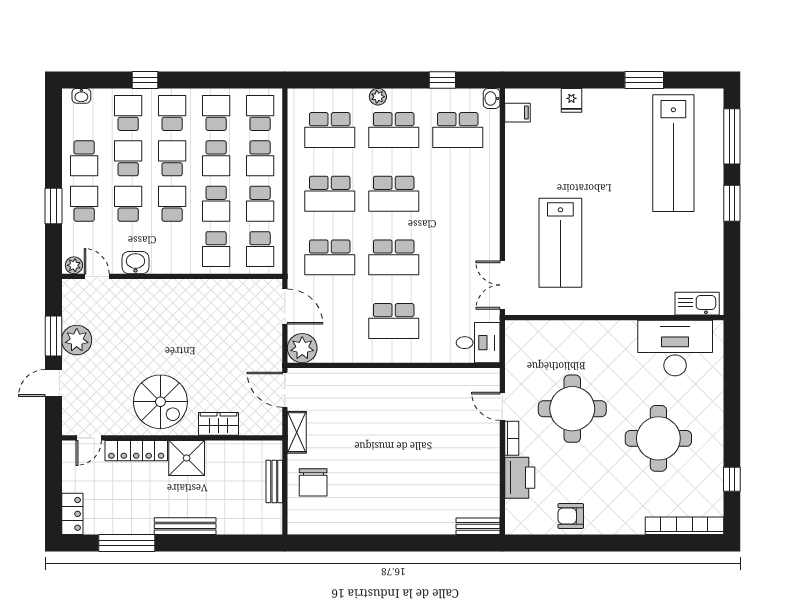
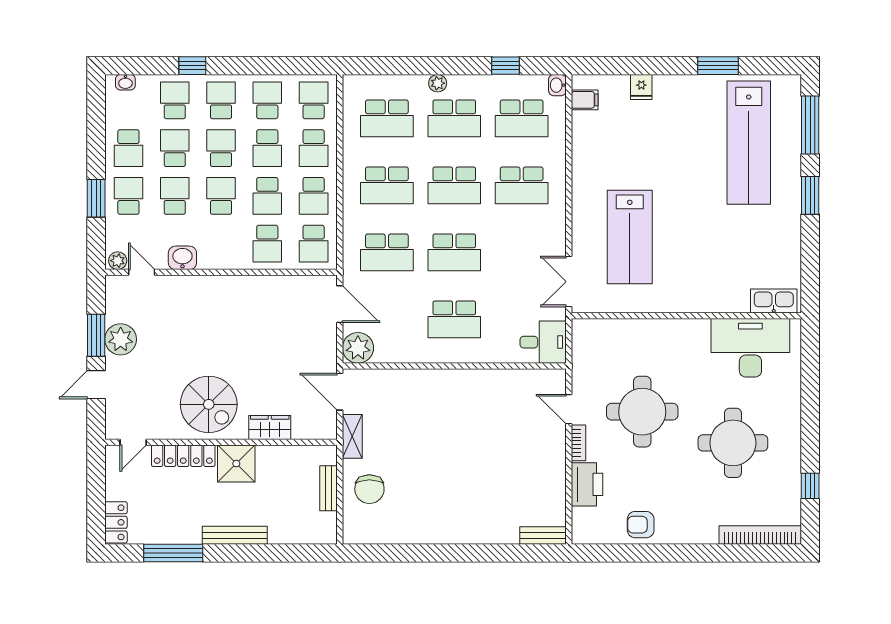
school desk: (458, 194) -> (522, 185), added

